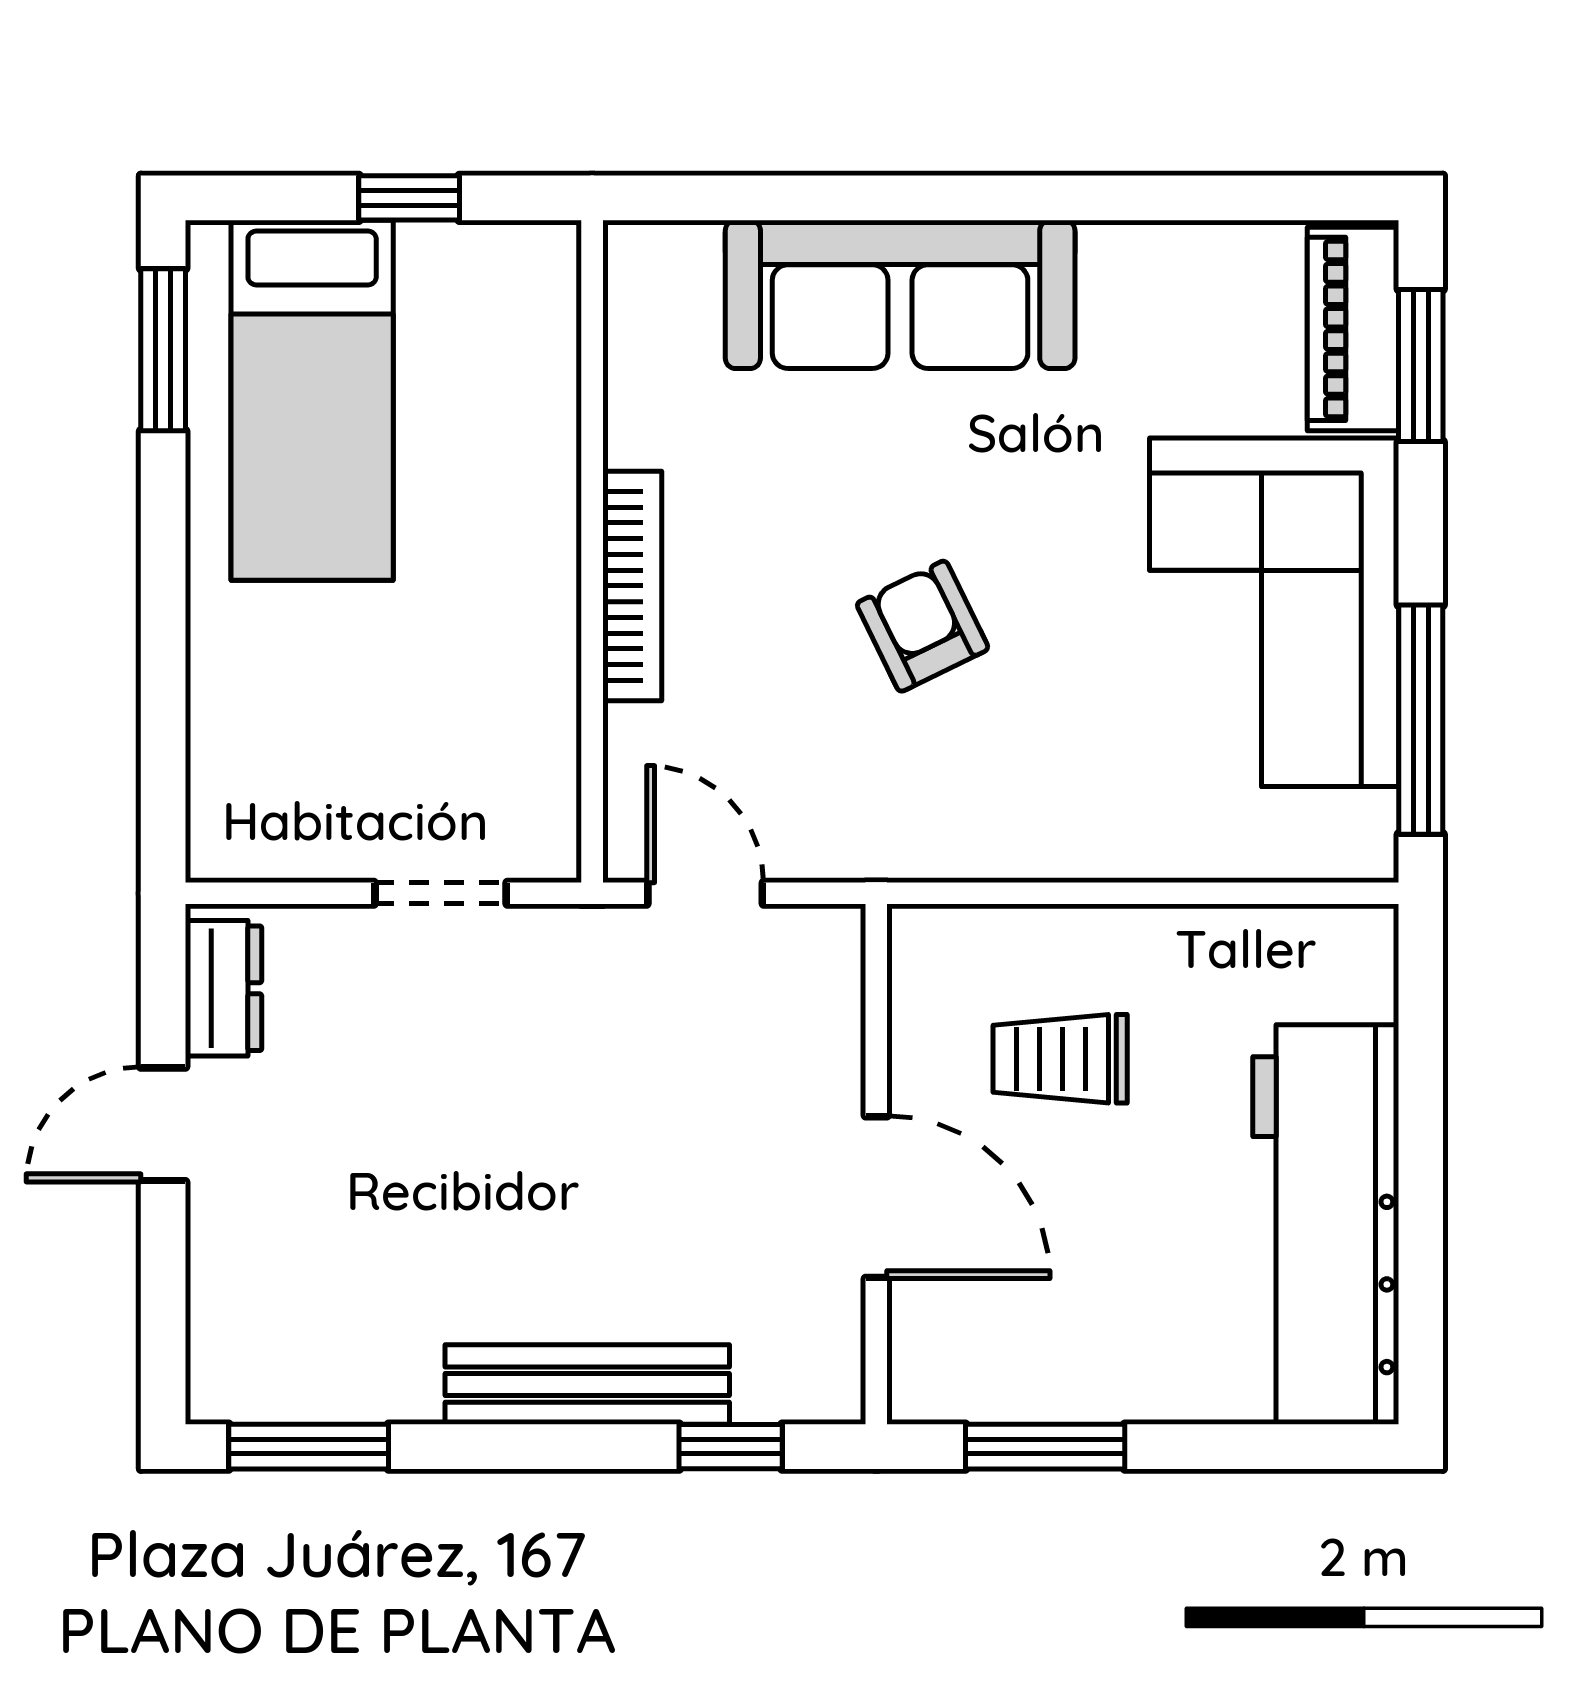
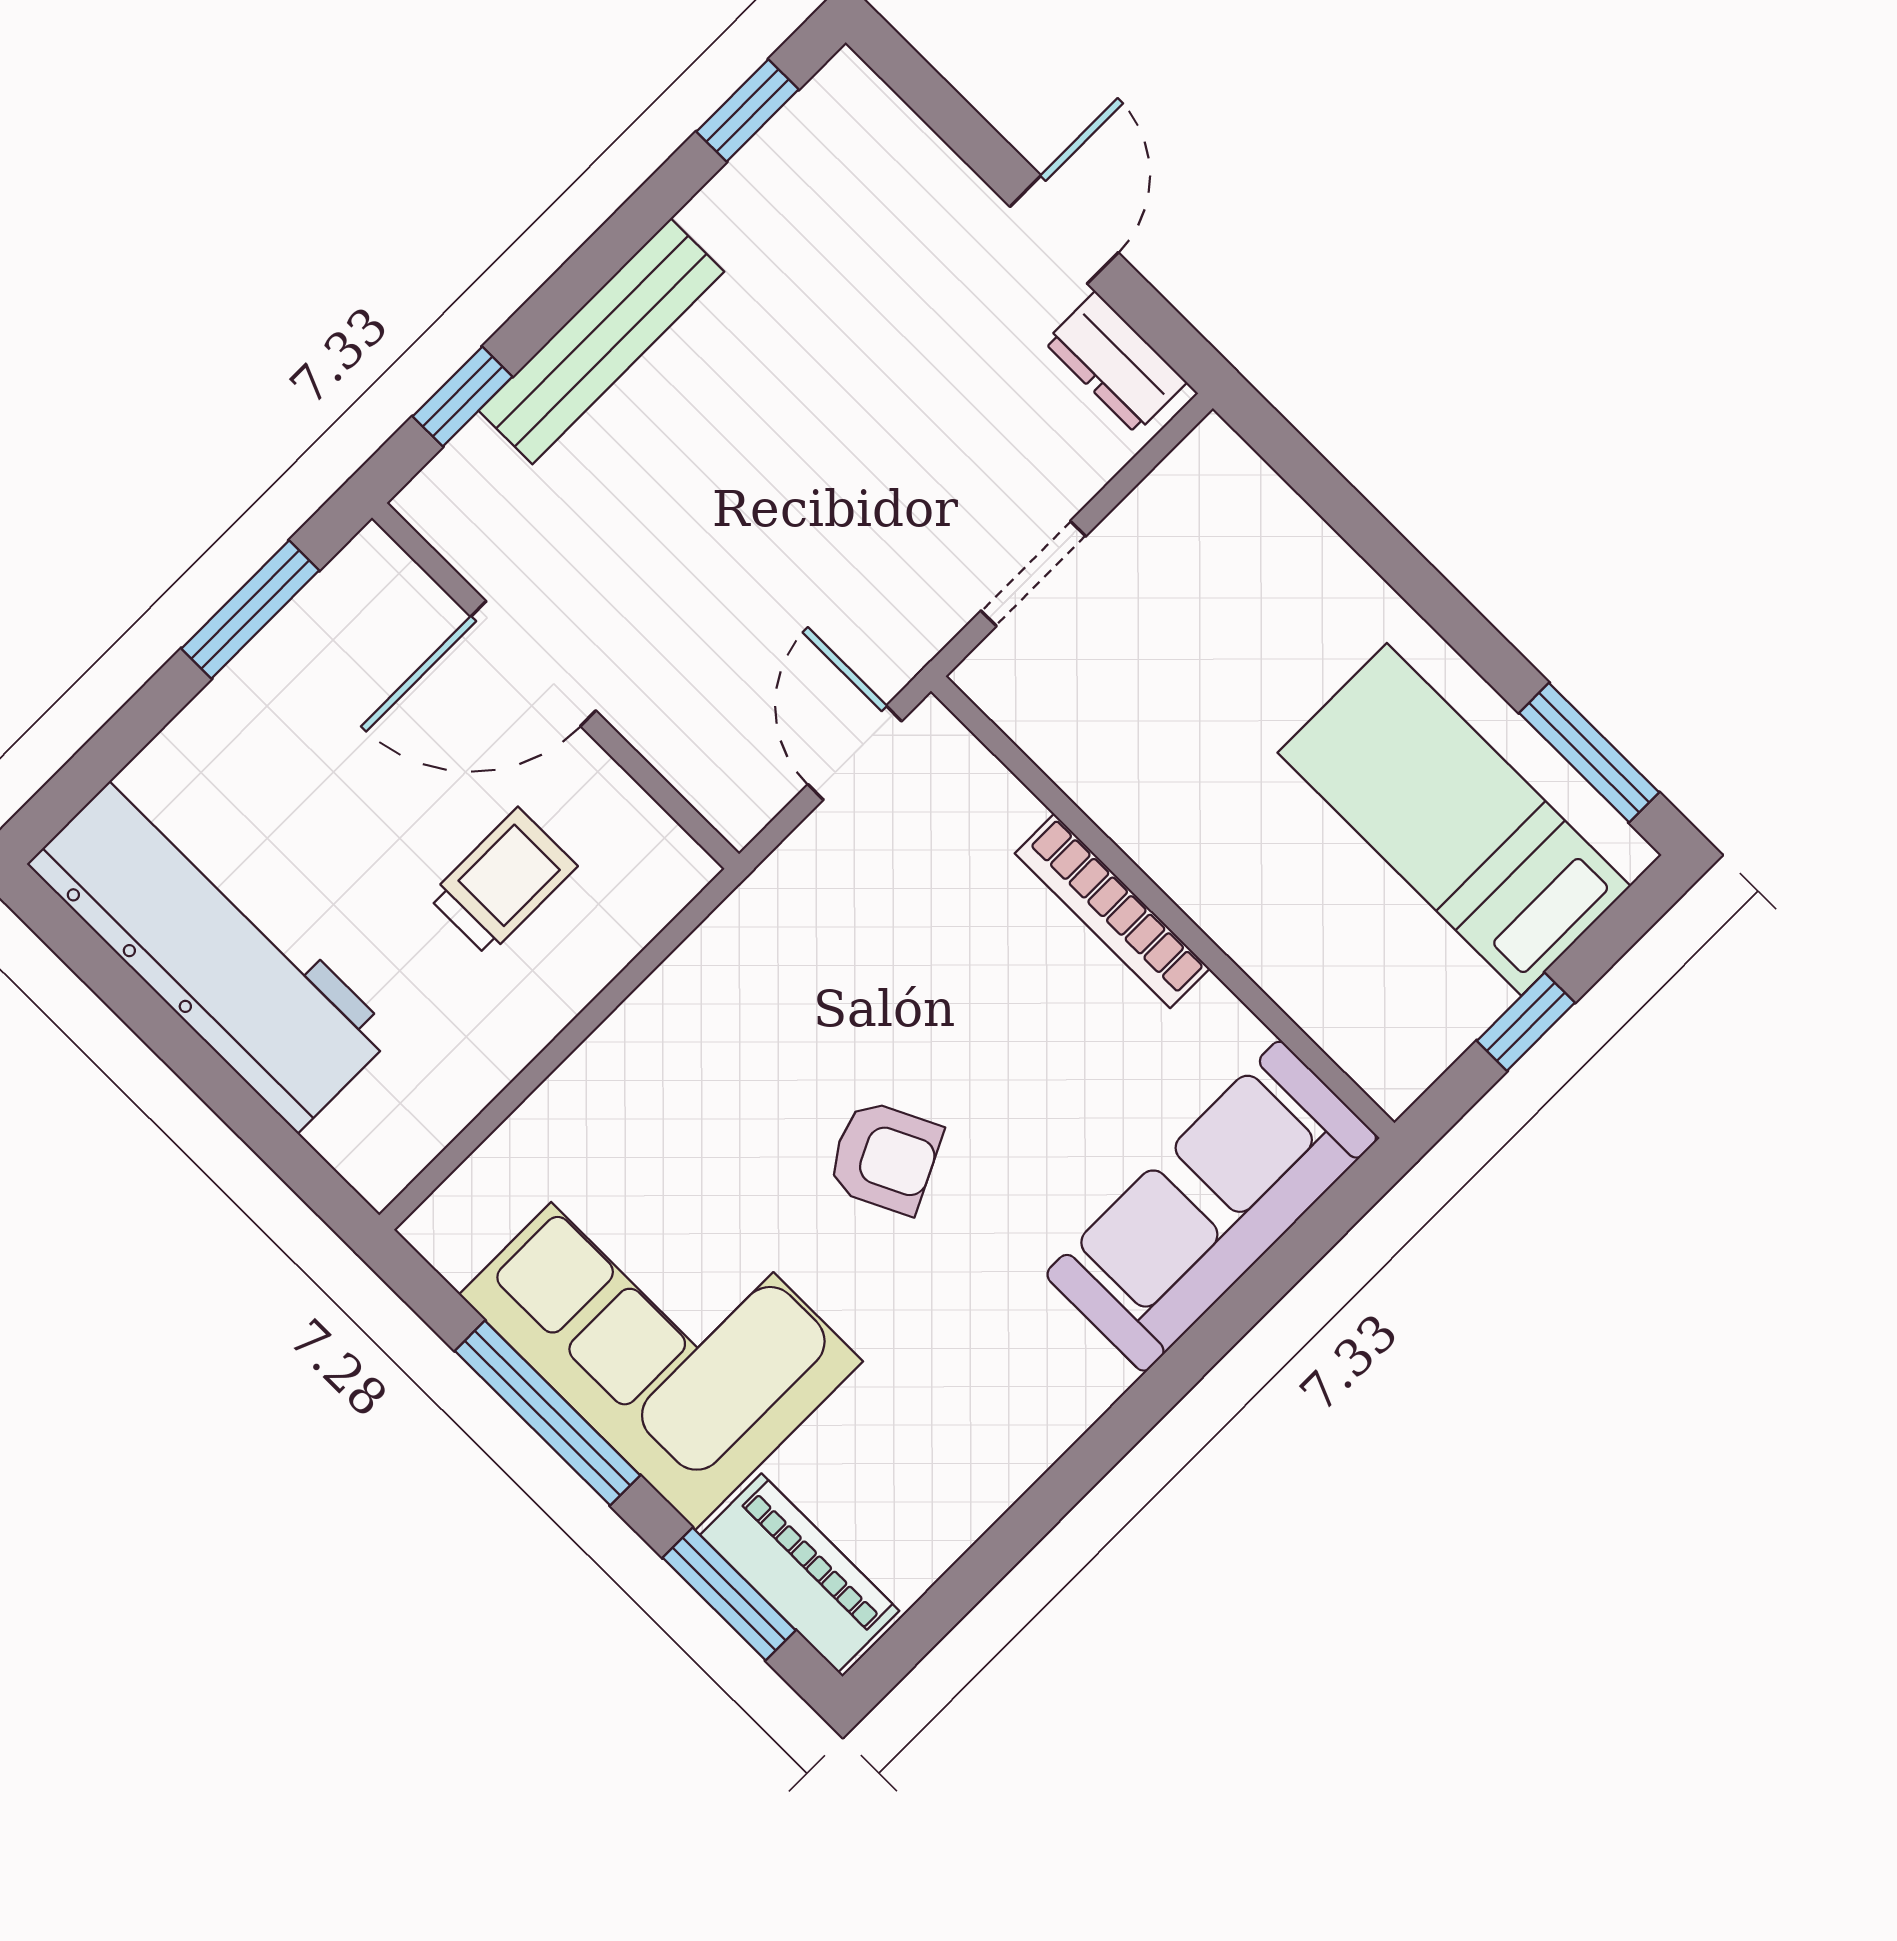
sofa: (900, 294) -> (1212, 1206), moved
armchair: (923, 626) -> (885, 1157), moved
window: (1421, 720) -> (548, 1413), moved
door: (705, 893) -> (855, 753), swing flipped
window: (309, 1447) -> (748, 111), width x0.67

